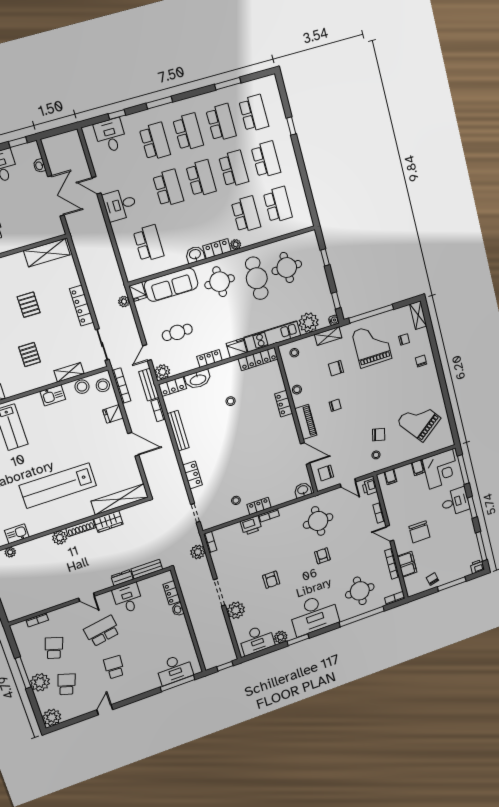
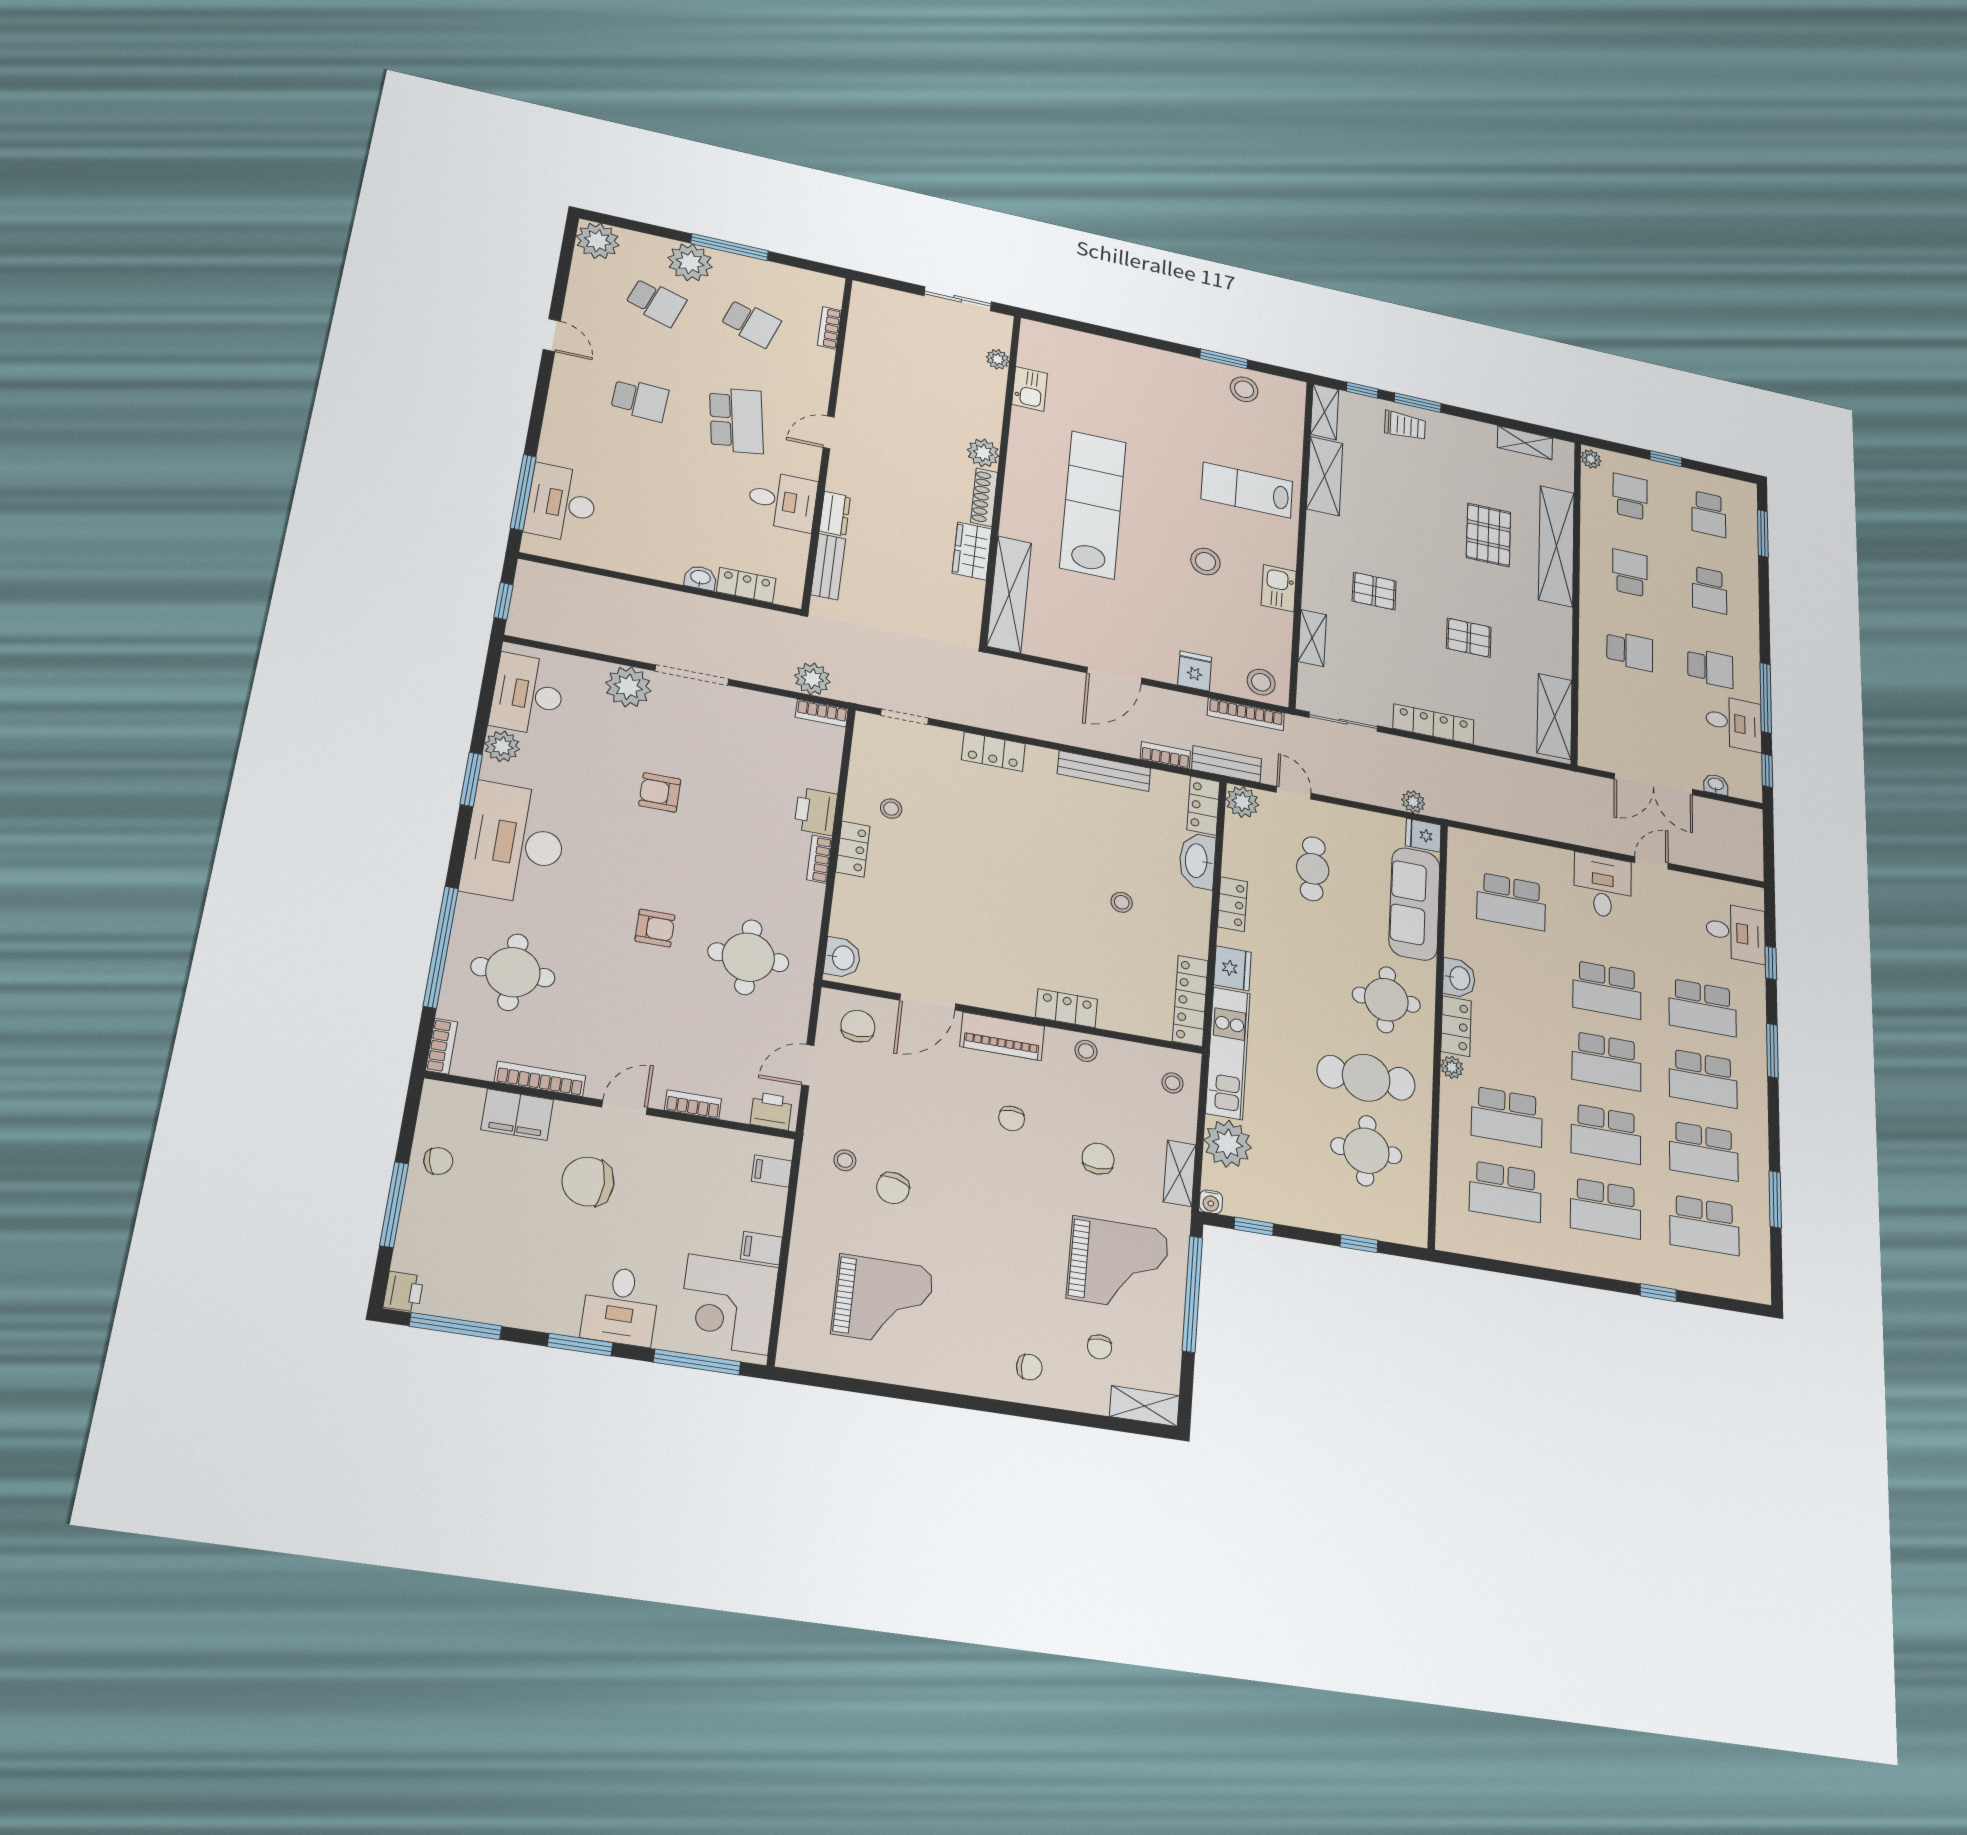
stool: (82, 387) -> (1205, 562), moved
grand piano: (419, 420) -> (883, 1301), turned 37

